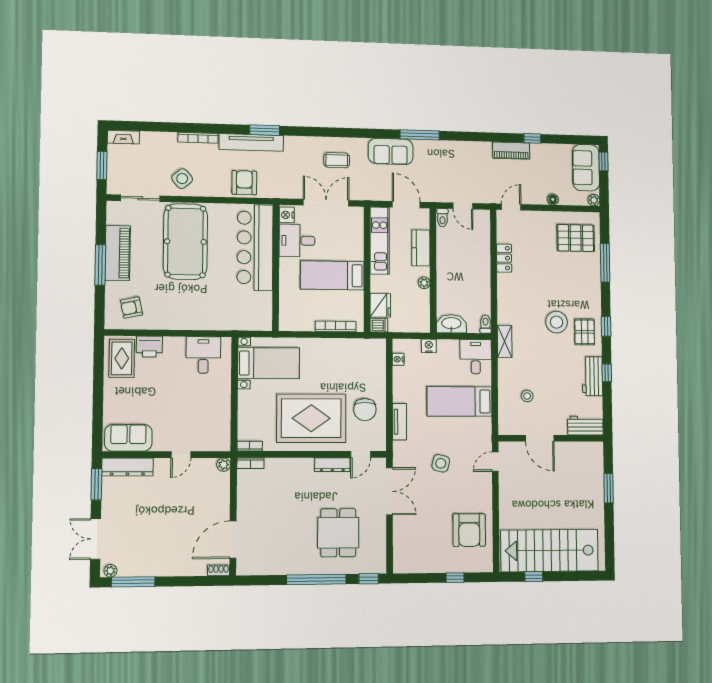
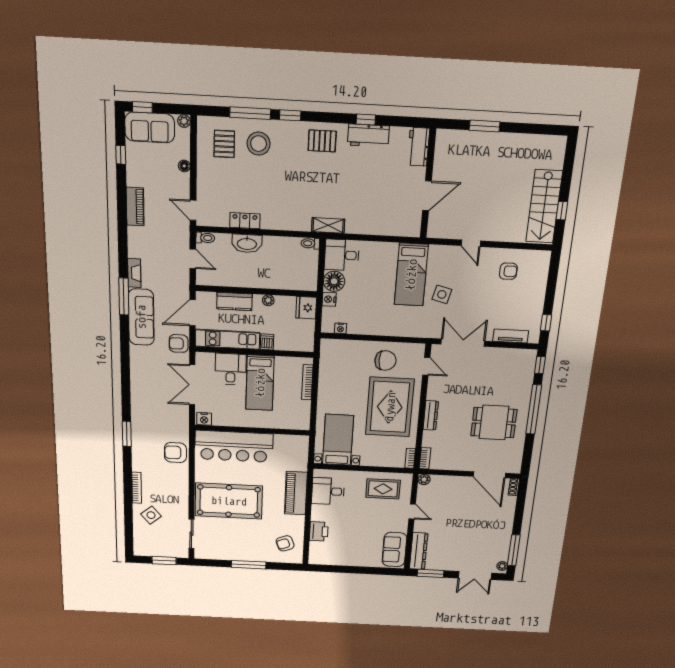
fireplace: (123, 137) -> (134, 273), moved
window: (532, 138) -> (121, 155), moved
tv unit: (251, 142) -> (139, 445), removed
sofa: (391, 151) -> (141, 317), width x1.36
coffee table: (337, 160) -> (152, 374), removed
side table: (182, 179) -> (151, 515), moved
armchair: (372, 189) -> (179, 344), added
door: (463, 206) -> (193, 259), hinge flipped
toilet: (442, 218) -> (205, 238), moved
pallet: (576, 238) -> (224, 144), width x0.67, depth x0.71
desk: (297, 241) -> (231, 369), moved, turned 180
piano: (118, 253) -> (296, 493), moved, turned -90
fridge: (380, 305) -> (306, 308), moved, turned -90
armchair: (132, 308) -> (285, 543), turned 81
stool: (557, 322) -> (259, 144), moved
washbasin: (451, 324) -> (247, 243), moved, turned -90
dishwasher: (379, 325) -> (267, 342), moved
window: (606, 326) -> (290, 115), moved
floor lamp: (448, 350) -> (334, 281), added
rug: (122, 358) -> (383, 489), moved
stool: (527, 396) -> (384, 206), removed
bed: (459, 401) -> (411, 275), moved
tv unit: (399, 422) -> (511, 336), moved
door: (495, 462) -> (471, 243), moved
dresser: (332, 465) -> (431, 415), moved
armchair: (469, 530) -> (508, 271), width x0.53, depth x0.53
dining table: (338, 533) -> (494, 423), moved
stairs: (550, 551) -> (544, 206), width x0.73, depth x0.66
window: (455, 578) -> (546, 323), moved

